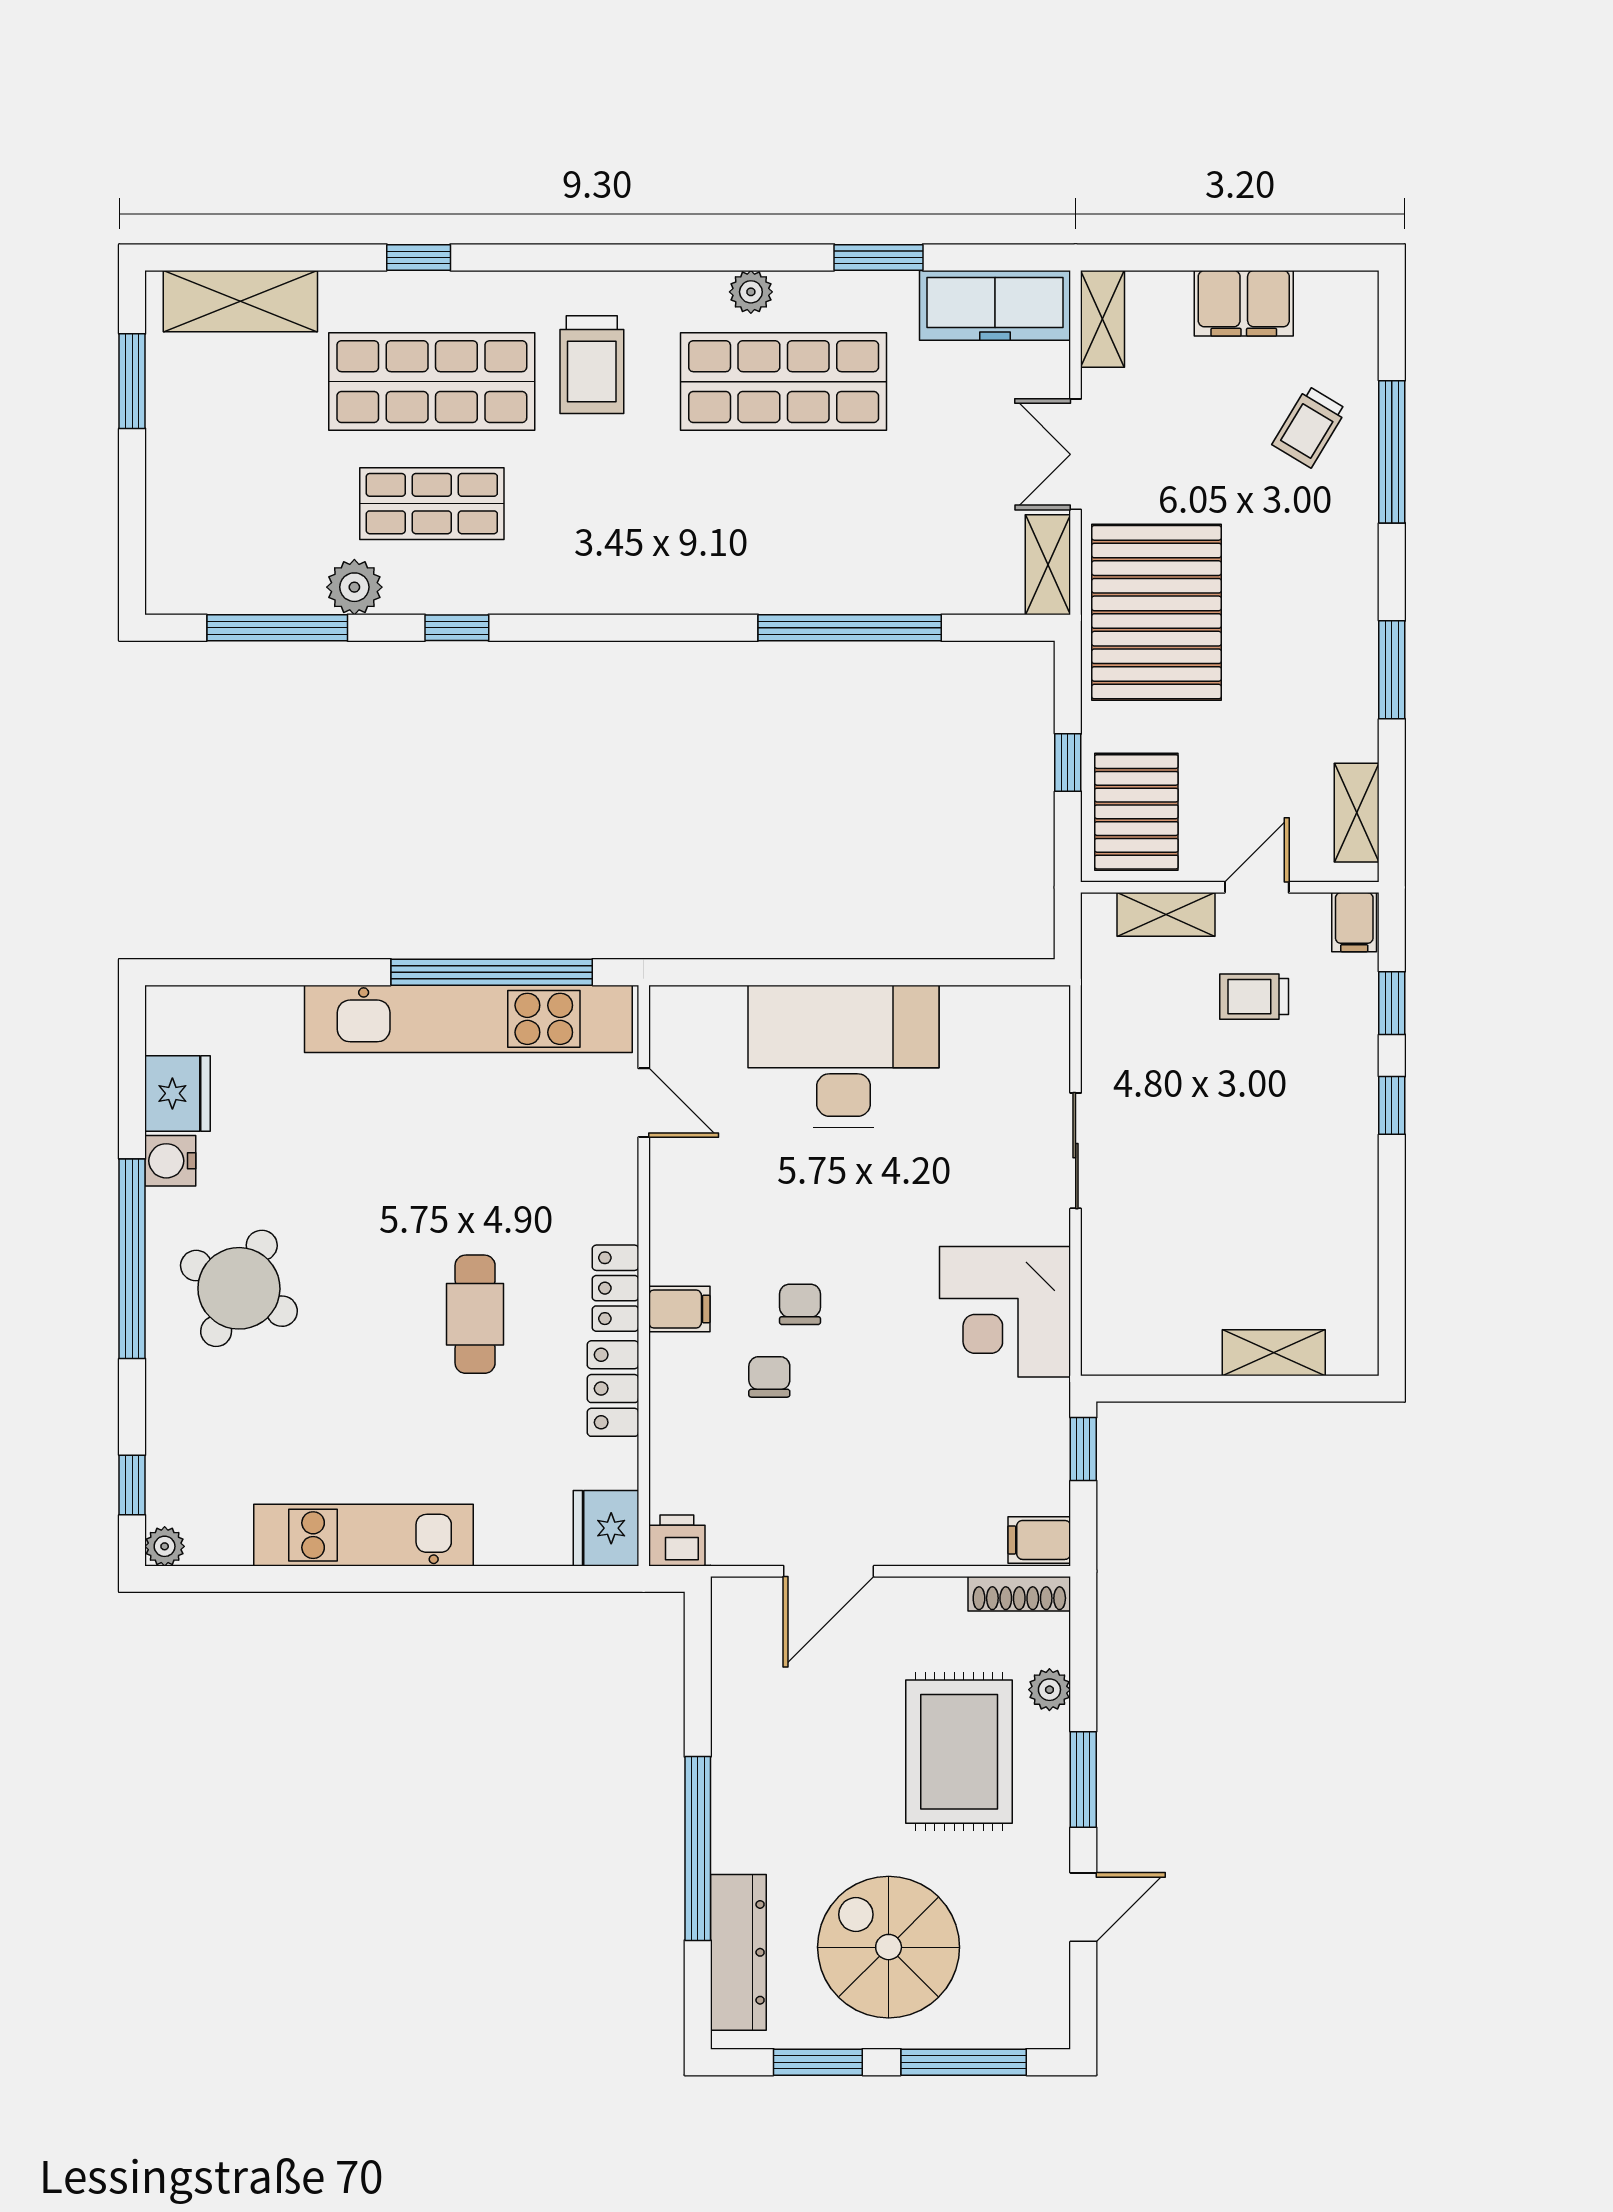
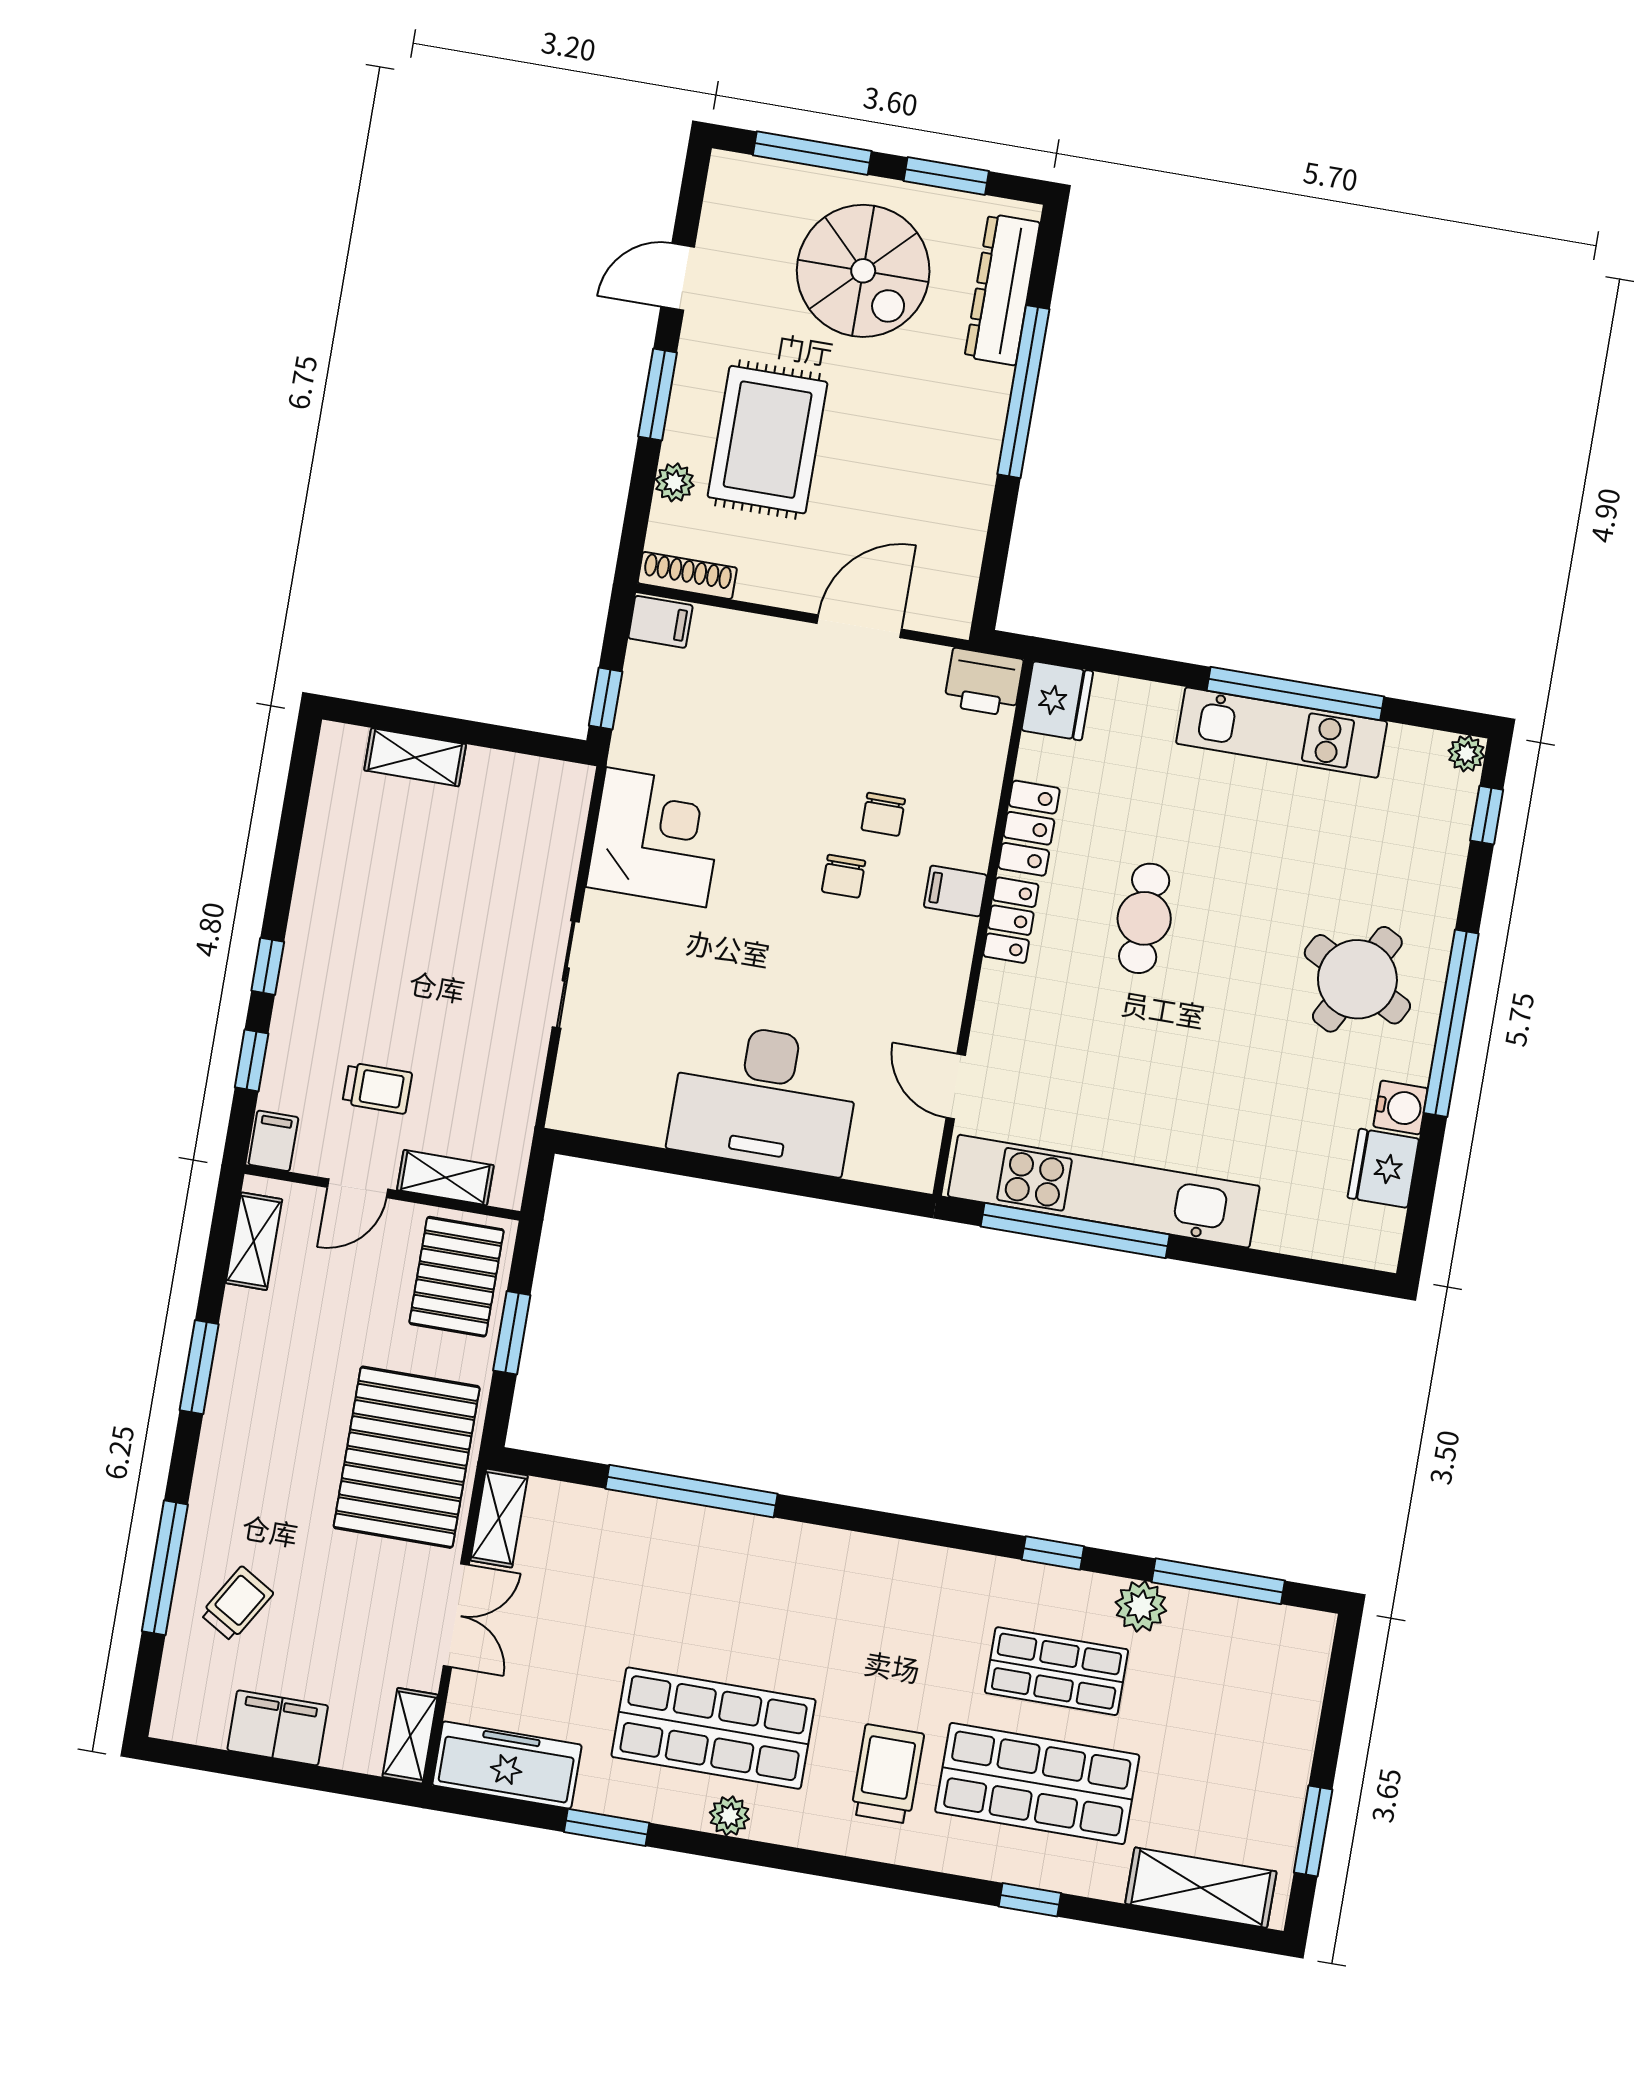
window: (1068, 763) -> (512, 1333), width x1.50
printer: (677, 1541) -> (984, 682), width x1.36, depth x1.24
window: (356, 1579) -> (1295, 693), added

